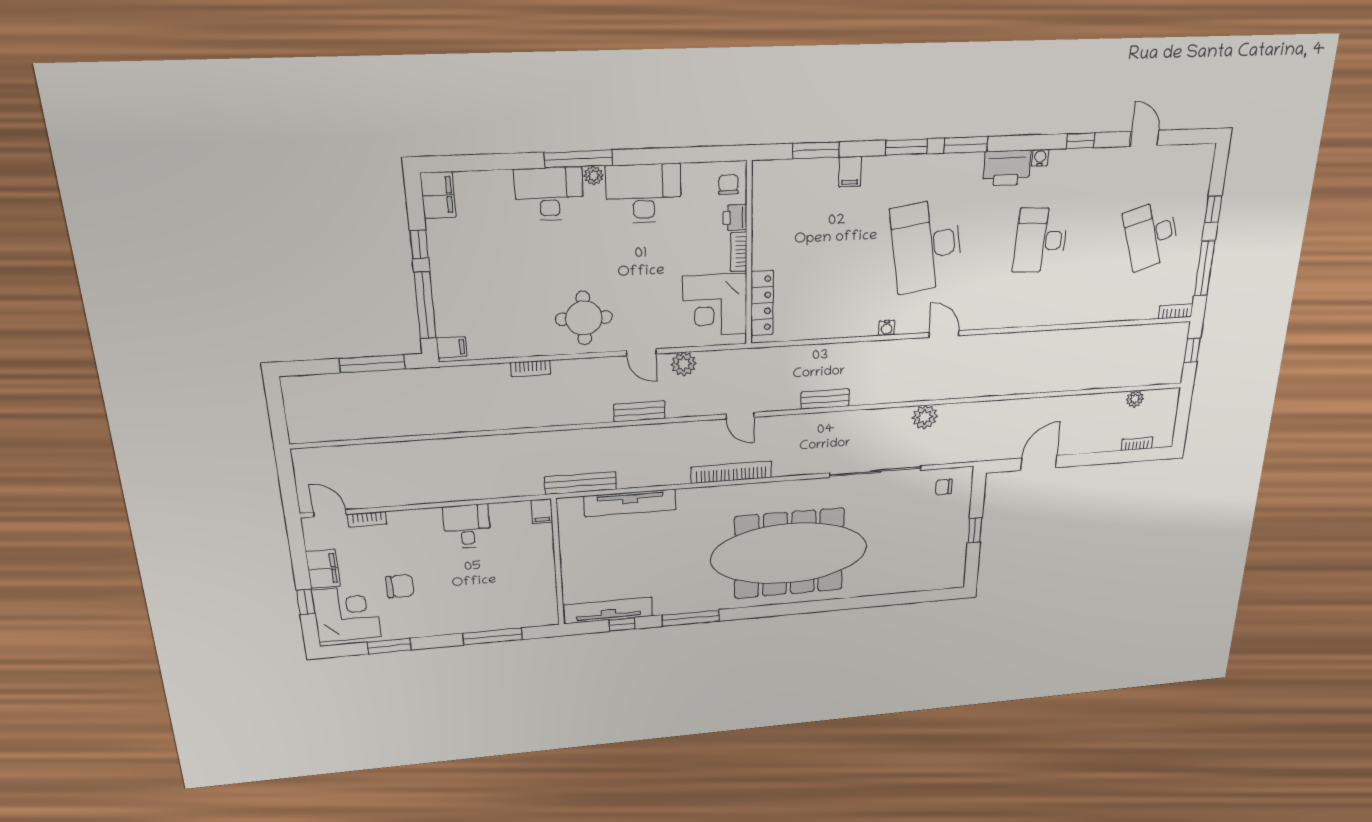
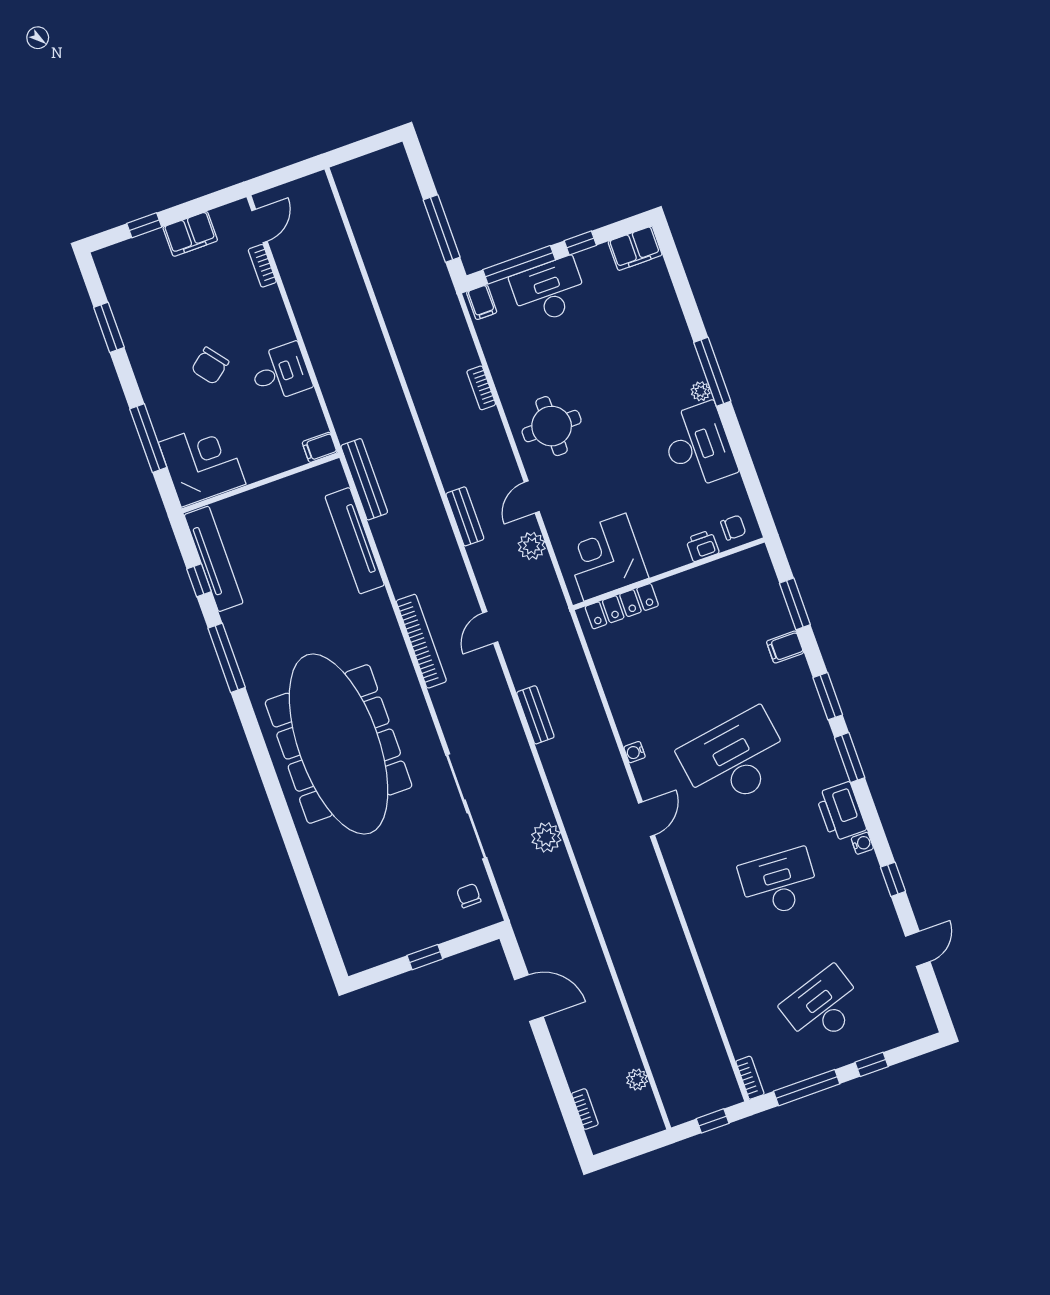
desk: (549, 194) -> (549, 291), moved, turned -90
bookcase: (739, 252) -> (668, 562), removed
chair: (400, 586) -> (210, 366), moved, turned 52
corner desk: (347, 614) -> (202, 463), moved, turned -90

